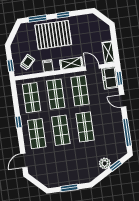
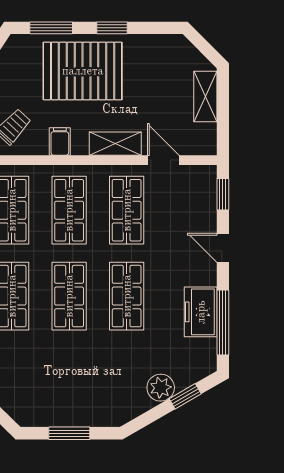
shelving: (108, 52) -> (205, 96), moved
freezer: (110, 78) -> (201, 312), moved

